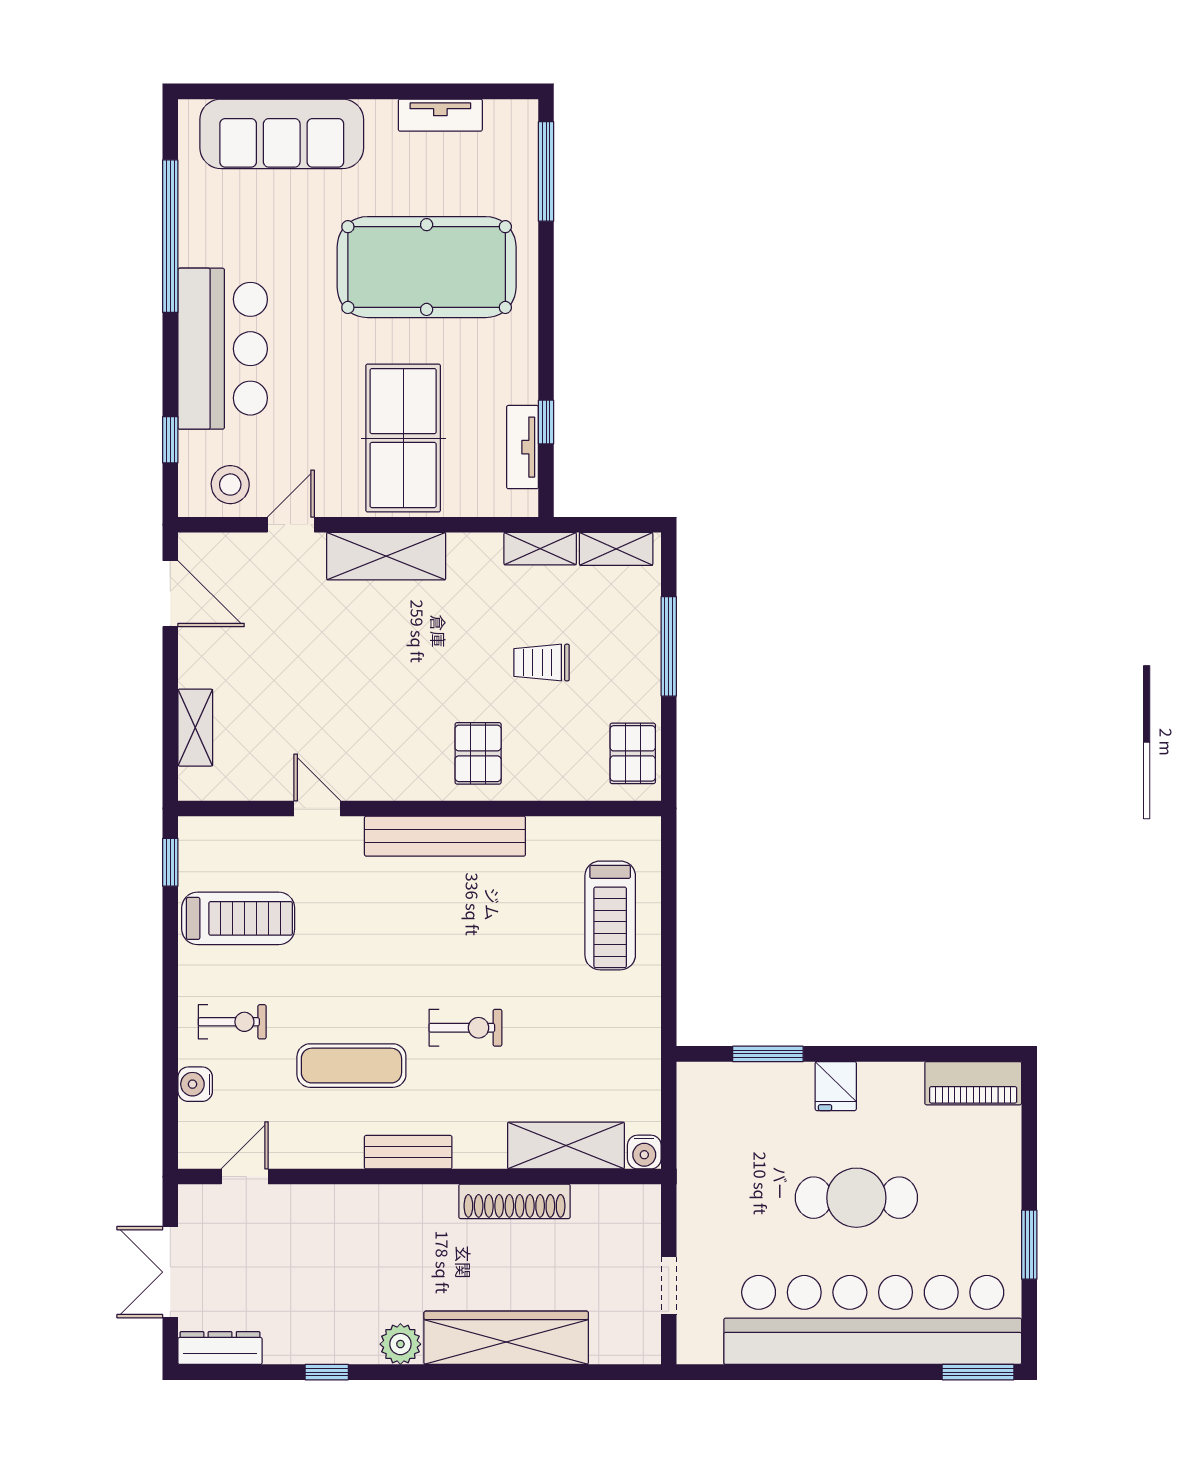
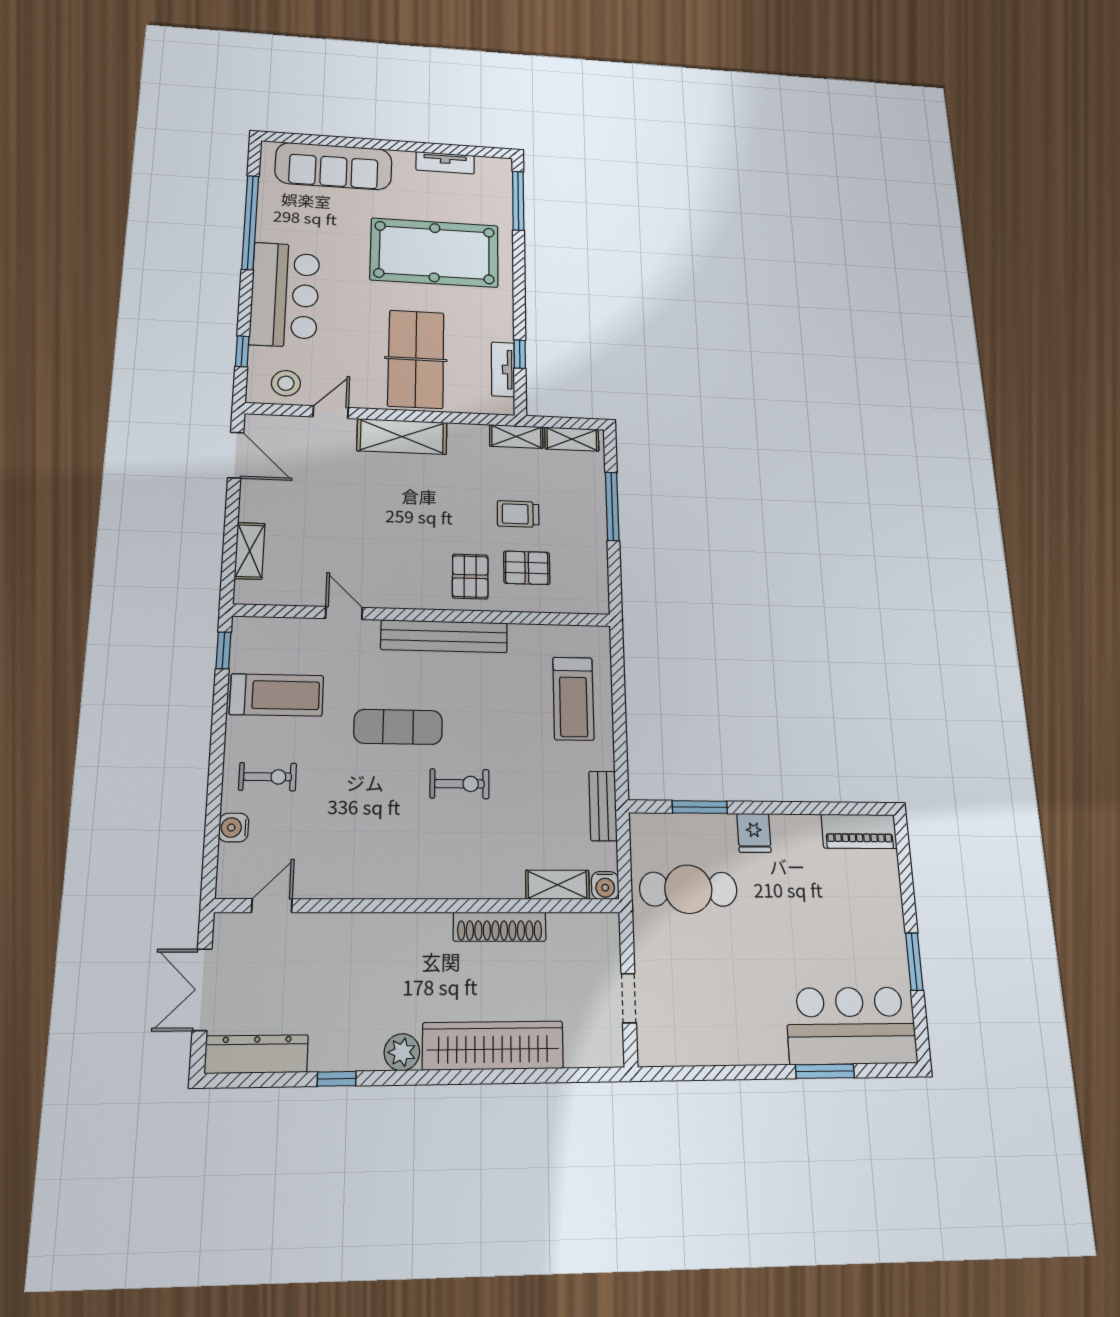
pallet: (633, 753) -> (527, 568), moved, turned 90
exercise mat: (351, 1066) -> (398, 727), moved
shelving: (566, 1146) -> (557, 885), width x0.67, depth x0.75
bench: (408, 1152) -> (603, 806), moved, turned 90
cafe table: (856, 1198) -> (688, 889), moved
bar counter: (873, 1320) -> (851, 1026), width x0.54
dresser: (220, 1348) -> (256, 1054), width x1.37, depth x1.24
window: (978, 1372) -> (825, 1071), moved

